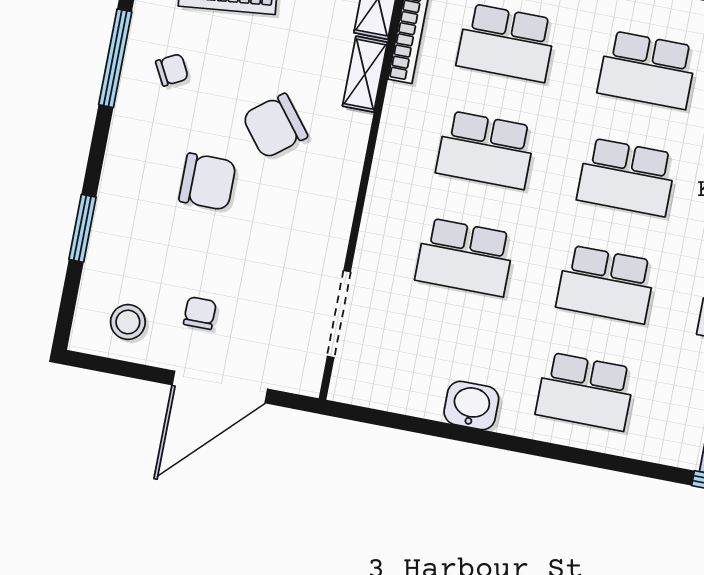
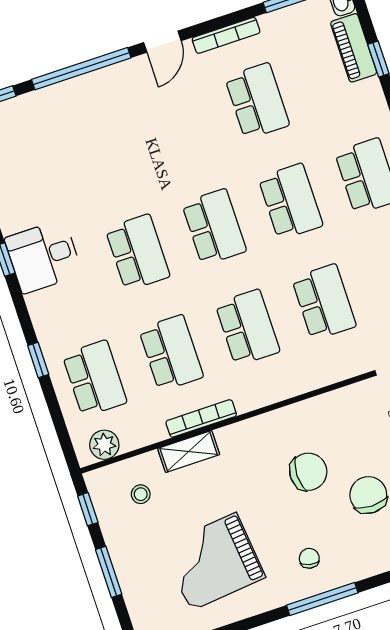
chair: (172, 70) -> (309, 558), turned 40
shelving: (365, 74) -> (242, 433), removed
chair: (275, 126) -> (308, 472), turned -52

